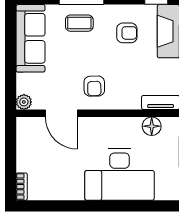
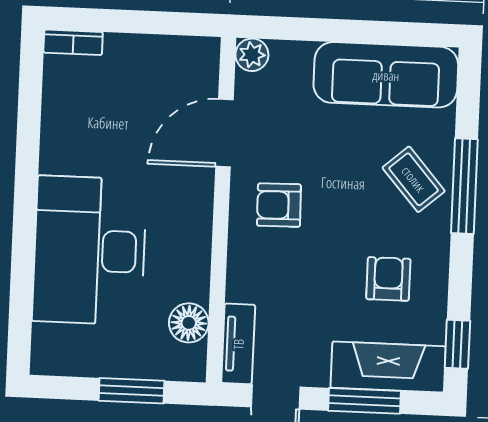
coffee table: (79, 23) -> (414, 179), turned -41
armchair: (127, 33) -> (388, 279), turned 180

